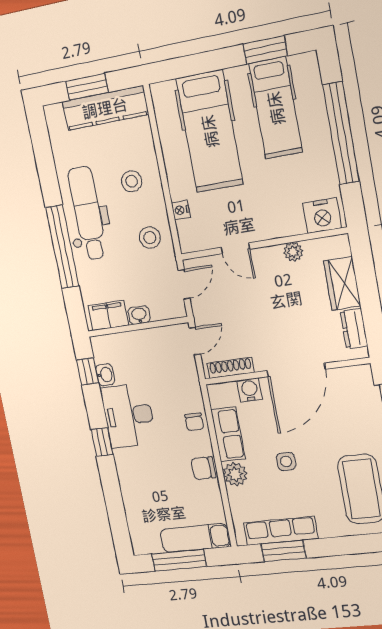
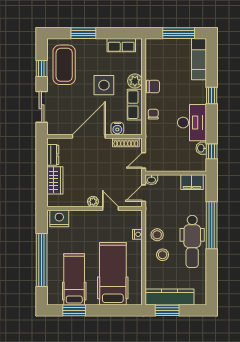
window: (87, 87) -> (167, 310), moved
stool: (150, 238) -> (157, 235), moved
plant: (293, 252) -> (93, 202), moved
washbasin: (139, 315) -> (151, 180), moved
window: (102, 442) -> (212, 96), moved
side table: (286, 461) -> (104, 85), width x1.87, depth x1.87
row of seats: (281, 531) -> (121, 45), width x0.68
exam couch: (195, 538) -> (199, 59), moved, turned 90
window: (283, 551) -> (83, 33), moved

